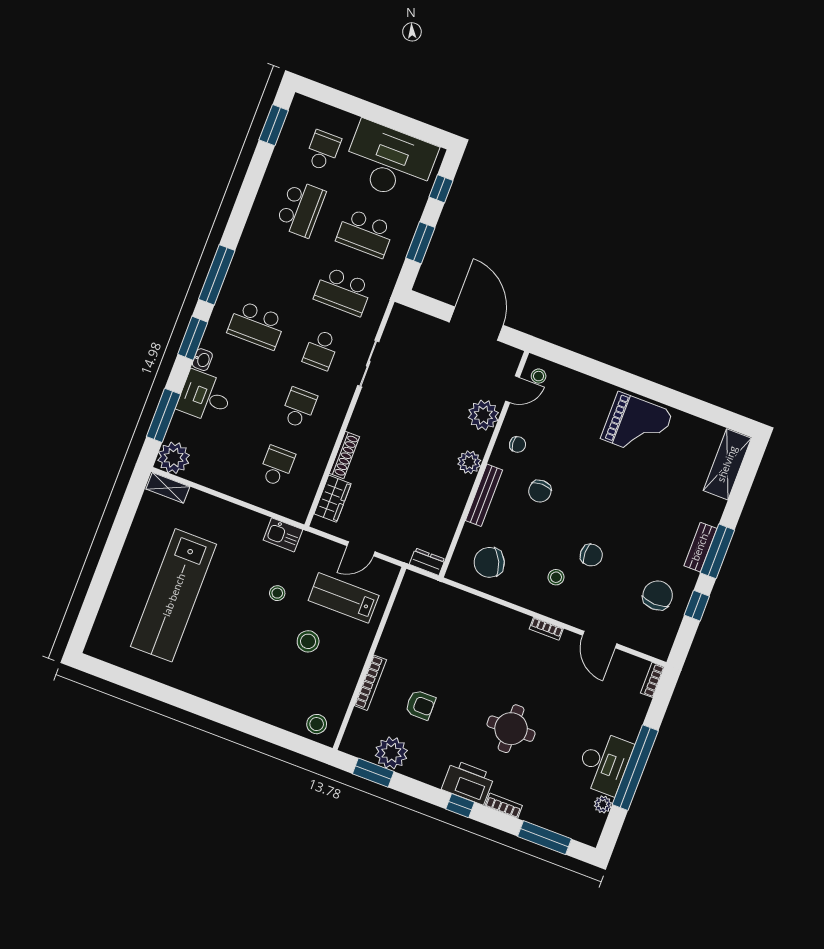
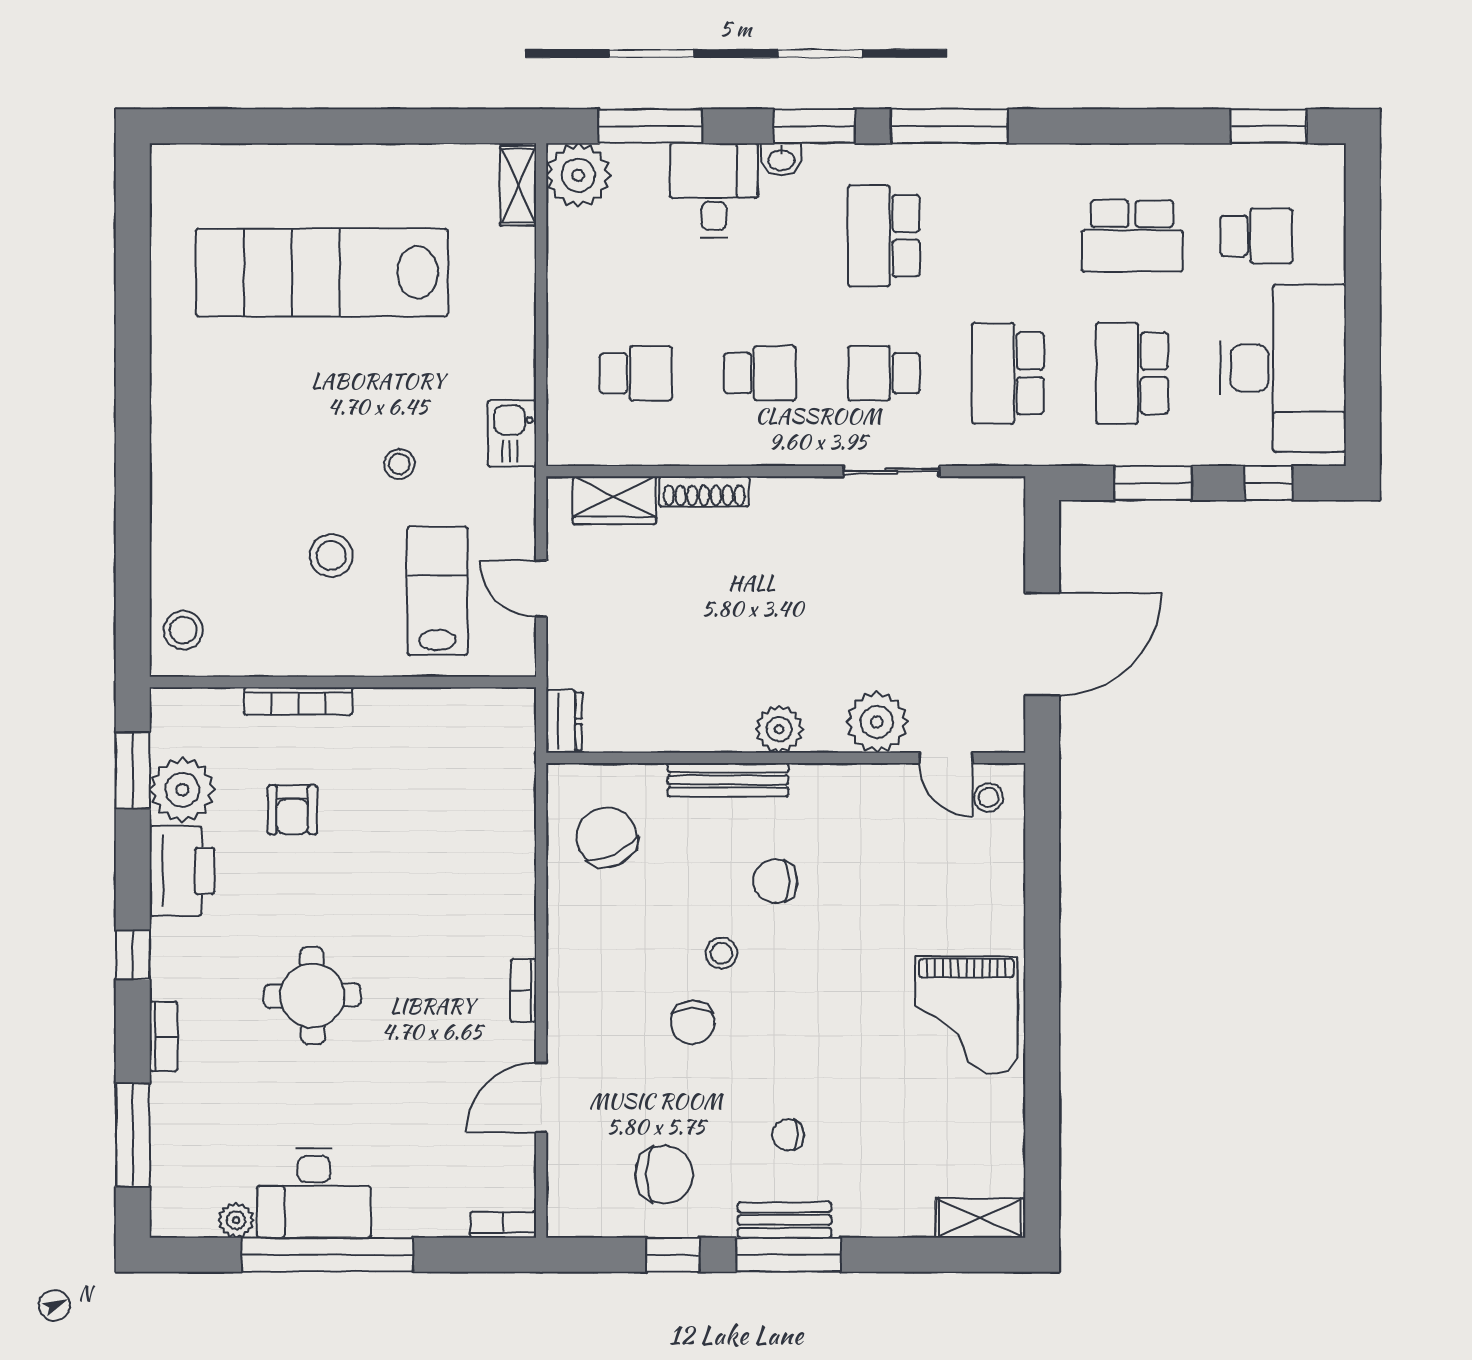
chair: (518, 444) -> (788, 1135), moved, turned 96
shelving: (727, 464) -> (980, 1218), width x0.67, depth x0.75
stool: (556, 577) -> (721, 953), moved
printer: (468, 782) -> (182, 871), moved

